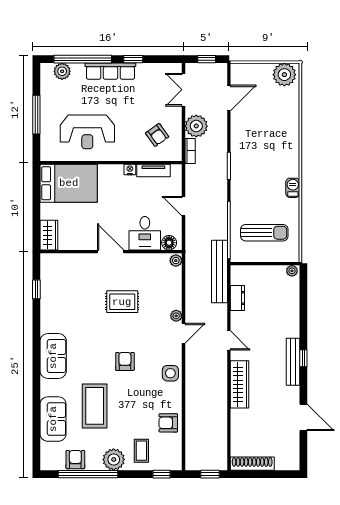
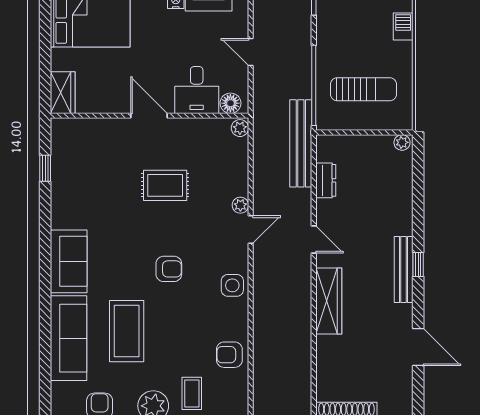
armchair: (125, 361) -> (169, 269), turned 90
sofa: (53, 419) -> (69, 338), width x1.36

